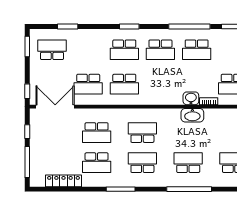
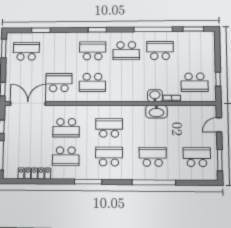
school desk: (124, 50) -> (93, 51), turned 180
school desk: (197, 50) -> (160, 50), turned 180
school desk: (88, 84) -> (59, 83), turned 180

